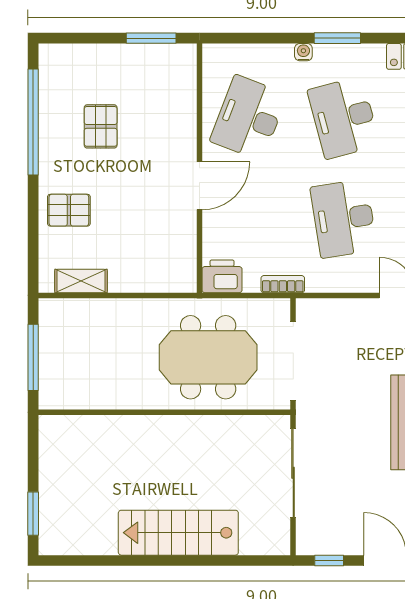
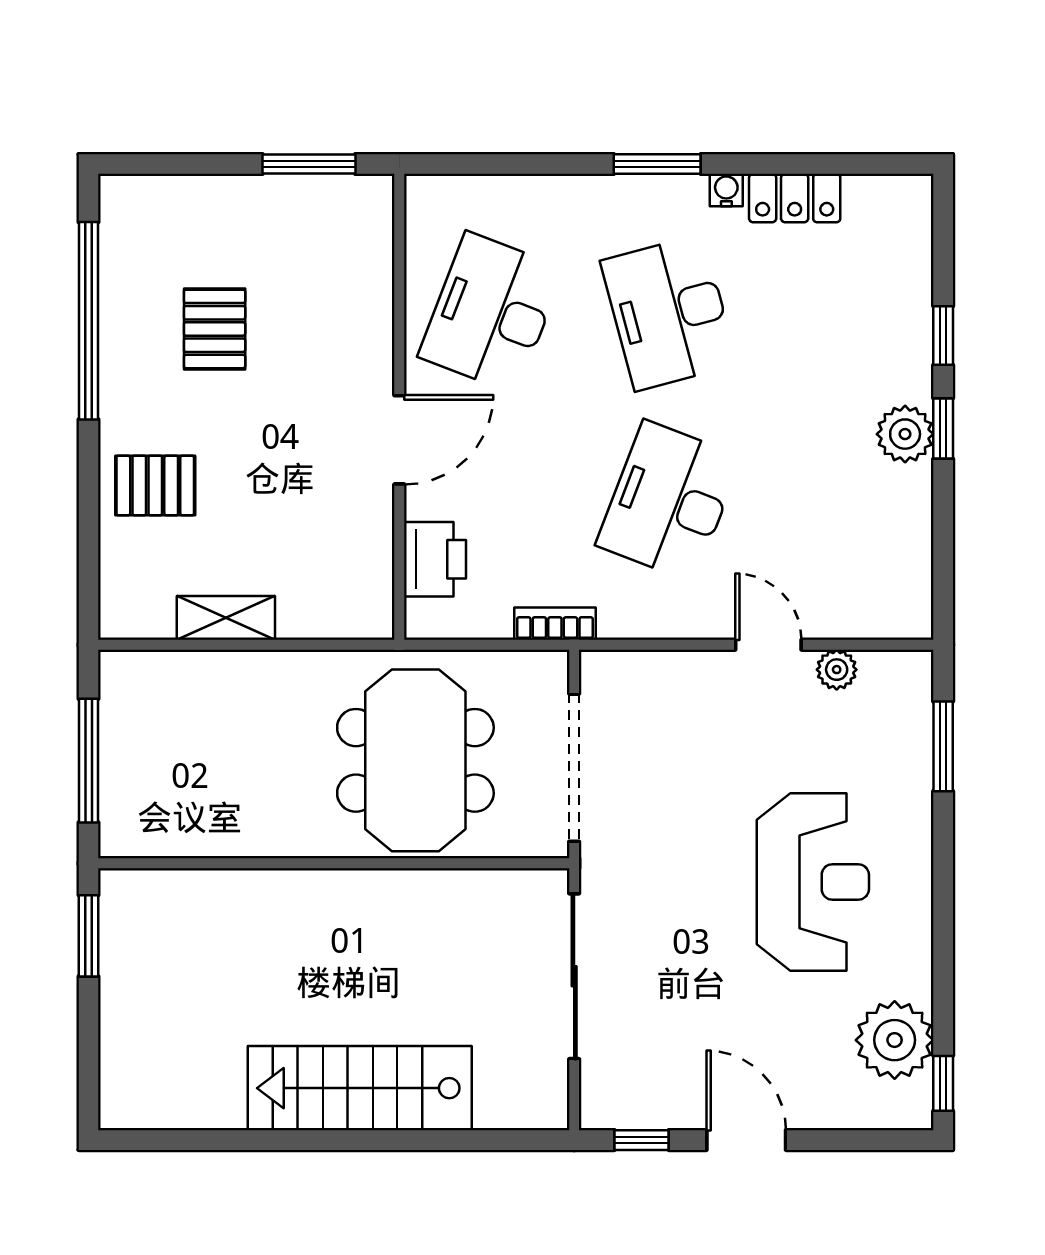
water cooler: (303, 52) -> (726, 190), moved
desk: (344, 219) -> (669, 501), turned 30
printer: (222, 276) -> (435, 559), moved, turned 90
shelving: (81, 281) -> (226, 618), moved
meeting table: (208, 357) -> (415, 760), turned 90
window: (33, 514) -> (89, 936), moved

